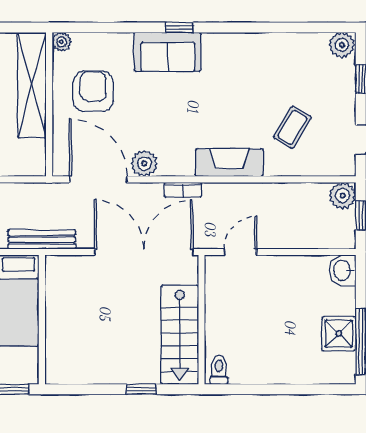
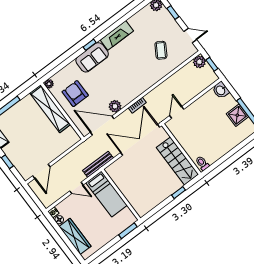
fireplace: (229, 163) -> (117, 35), moved, turned 180

